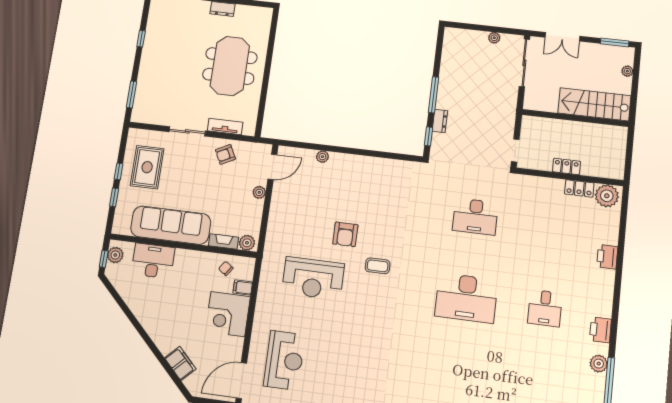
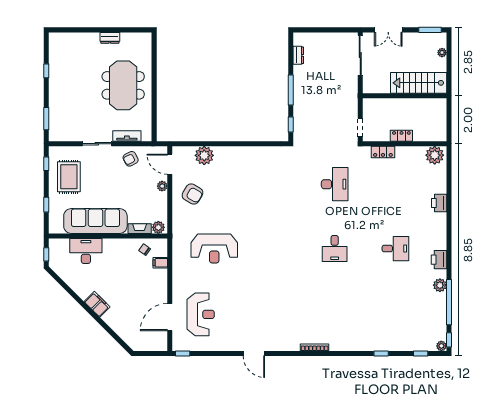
plant: (494, 38) -> (334, 37), removed
dresser: (440, 121) -> (298, 55), moved
plant: (322, 157) -> (204, 155), width x1.87, depth x1.87
door: (272, 167) -> (170, 164), swing flipped
window: (119, 171) -> (46, 164), moved
locker: (579, 188) -> (383, 152), moved
desk: (475, 217) -> (335, 184), turned -90
armchair: (345, 234) -> (192, 194), moved, turned -60
plant: (115, 255) -> (55, 250), removed
coffee table: (378, 266) -> (263, 232), removed
desk: (466, 298) -> (335, 249), width x0.53, depth x0.77
desk: (545, 308) -> (395, 249), turned -90
corner desk: (228, 314) -> (152, 285), removed
filing cabinet: (180, 364) -> (97, 304), moved
door: (241, 381) -> (170, 317), moved

